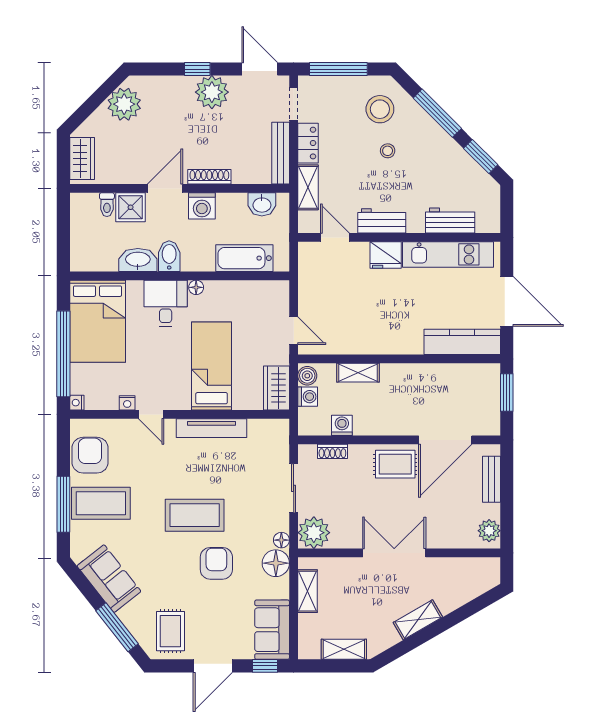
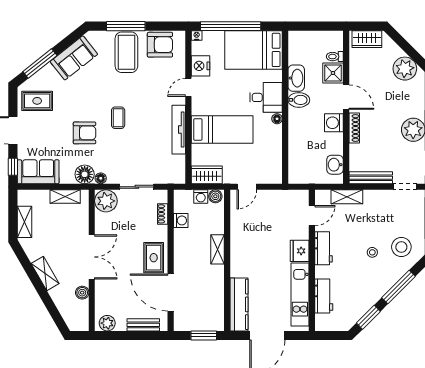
locker: (308, 143) -> (378, 197), removed
bathtub: (244, 258) -> (297, 152), removed
shelving: (358, 373) -> (217, 249), moved
nightstand: (127, 403) -> (201, 66), width x1.89, depth x1.79
coffee table: (195, 515) -> (118, 118), width x0.54, depth x0.58
boiler: (445, 567) -> (82, 293), added

